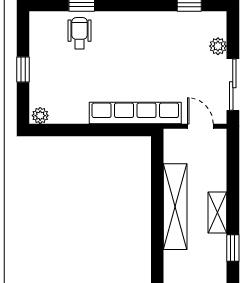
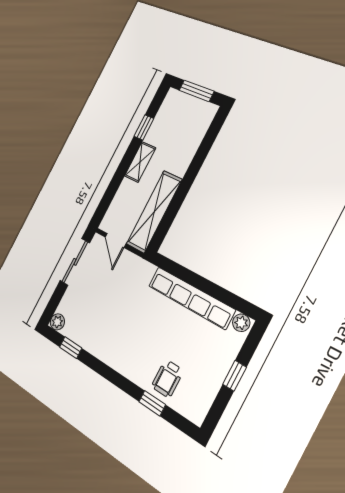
plant: (218, 46) -> (57, 322), moved
row of seats: (135, 113) -> (191, 298), moved
shelving: (175, 207) -> (154, 212), moved

